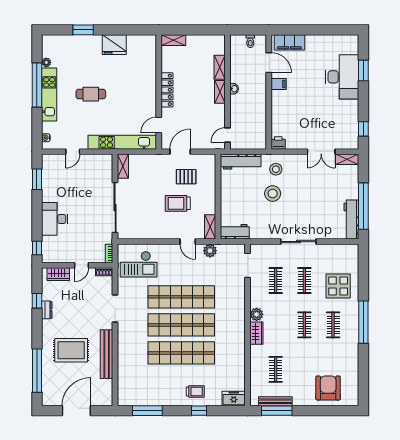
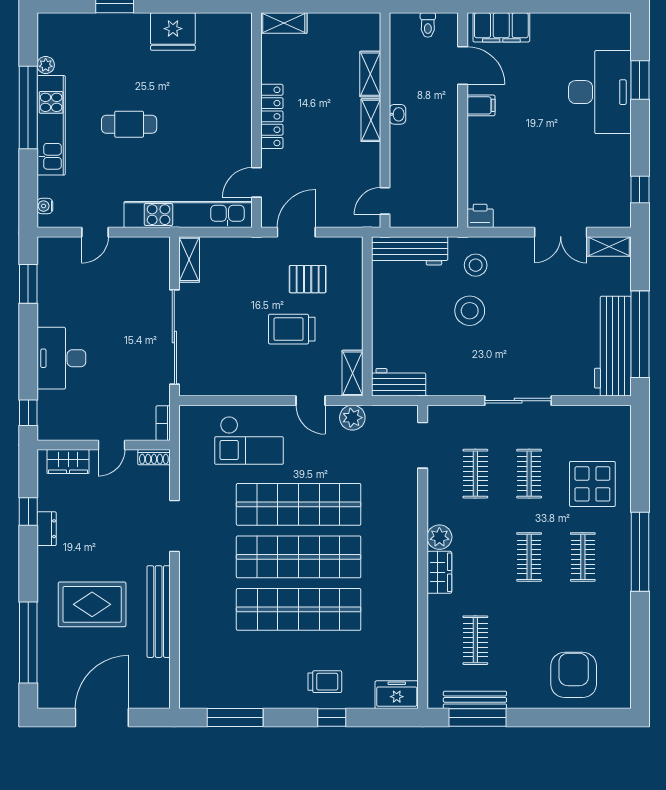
workbench: (351, 220) -> (613, 346), width x1.36, depth x1.32
checkout: (139, 264) -> (249, 440), moved

